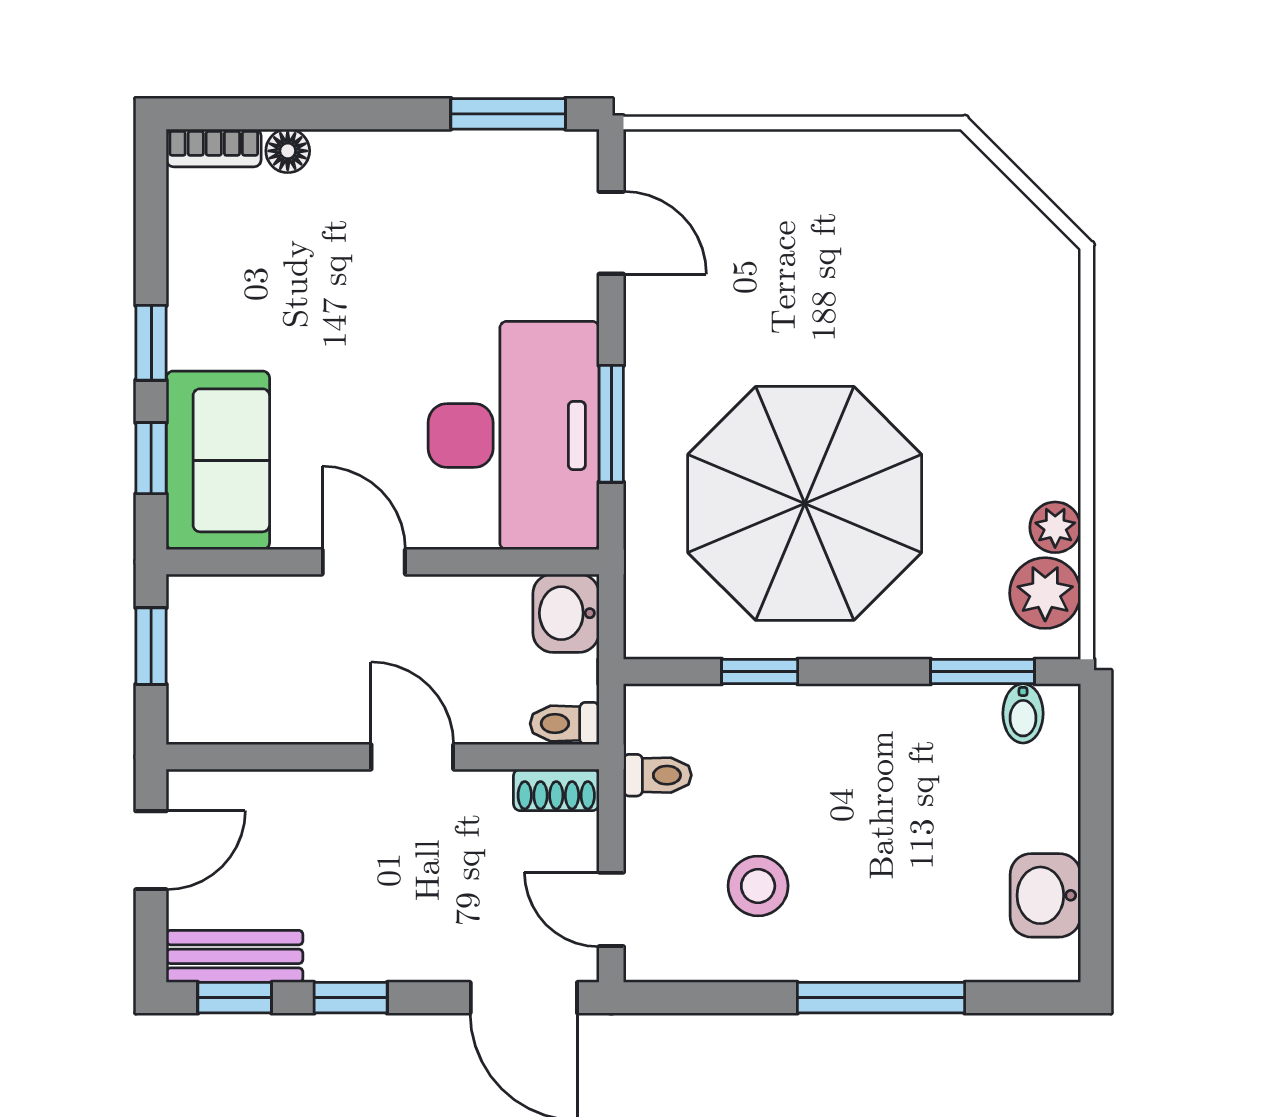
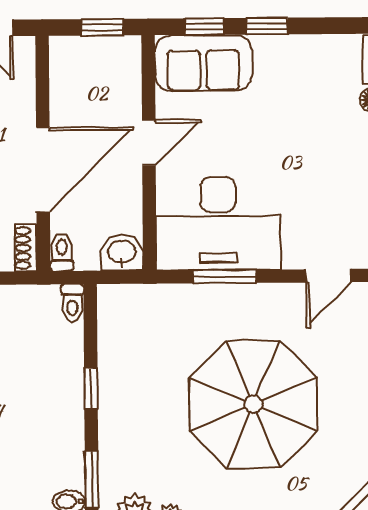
parasol: (805, 503) -> (253, 404), moved
window: (760, 672) -> (91, 389), moved
door: (412, 757) -> (43, 170), width x1.87
toilet: (657, 775) -> (72, 303), moved

